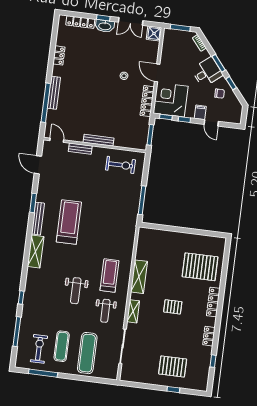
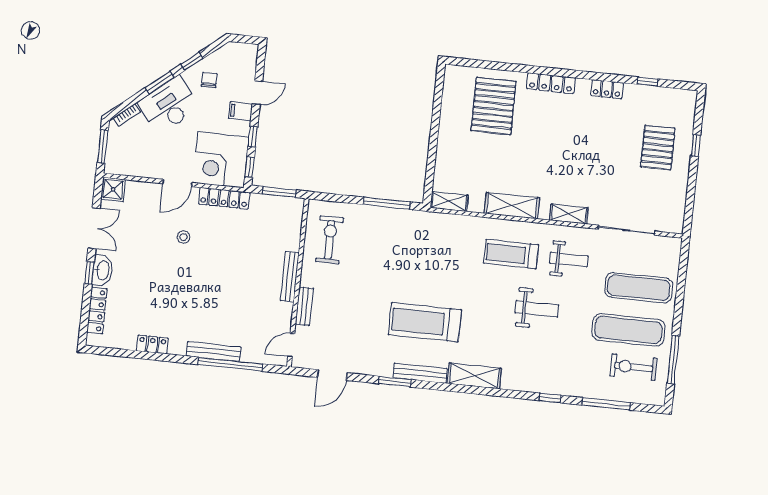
desk: (207, 72) -> (169, 105), width x1.37
shelving: (142, 238) -> (449, 201), added
pallet: (173, 307) -> (560, 149), removed
exercise mat: (62, 346) -> (628, 330), width x1.36, depth x1.45

